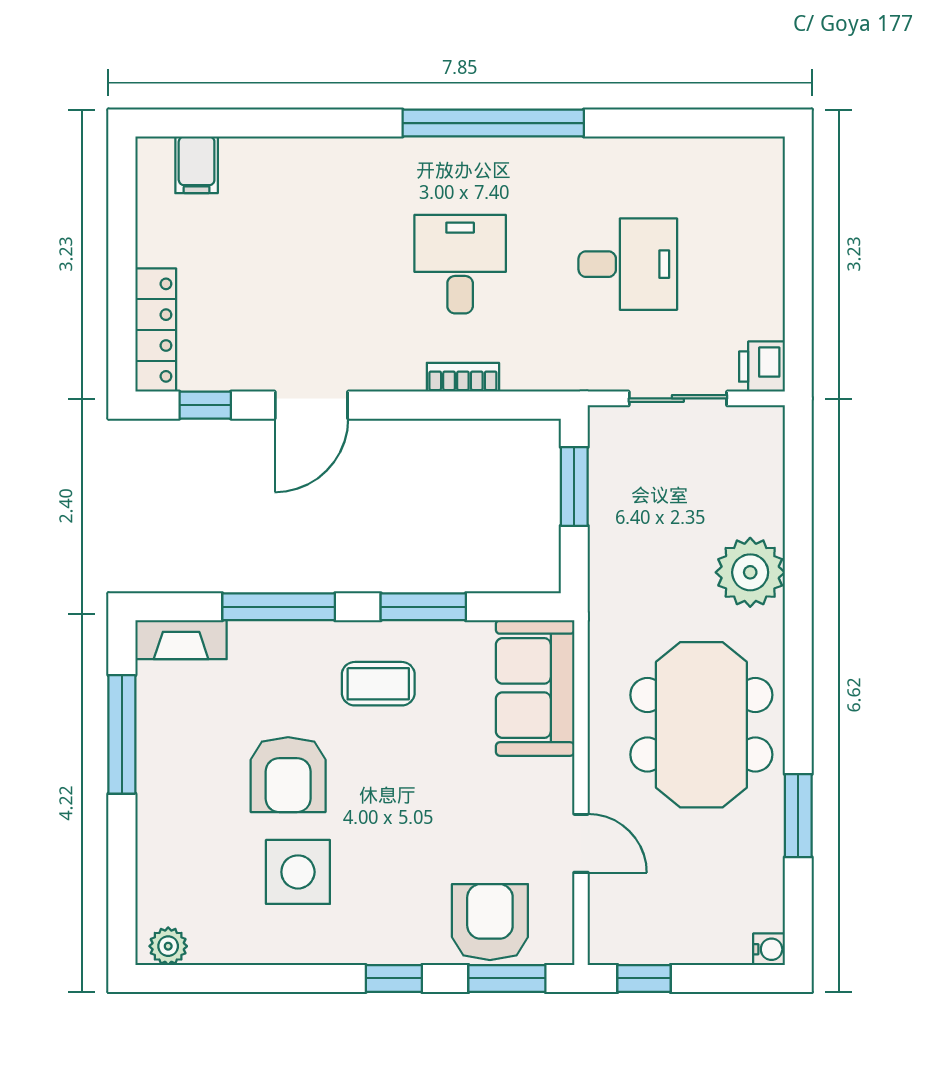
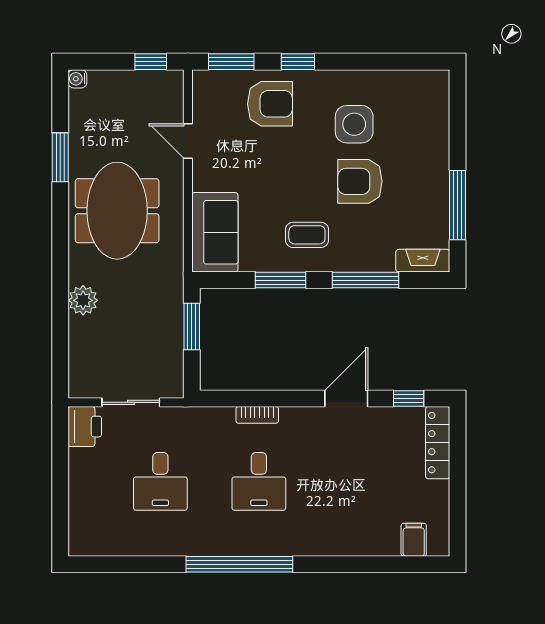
desk: (628, 264) -> (160, 481), turned -90
printer: (762, 367) -> (85, 427), width x1.36, depth x1.24
window: (574, 486) -> (192, 326), moved
plant: (750, 572) -> (83, 300), width x0.73, depth x0.73
armchair: (288, 775) -> (360, 181), turned -90
armchair: (490, 922) -> (270, 104), moved, turned -90
plant: (168, 946) -> (430, 81), removed

